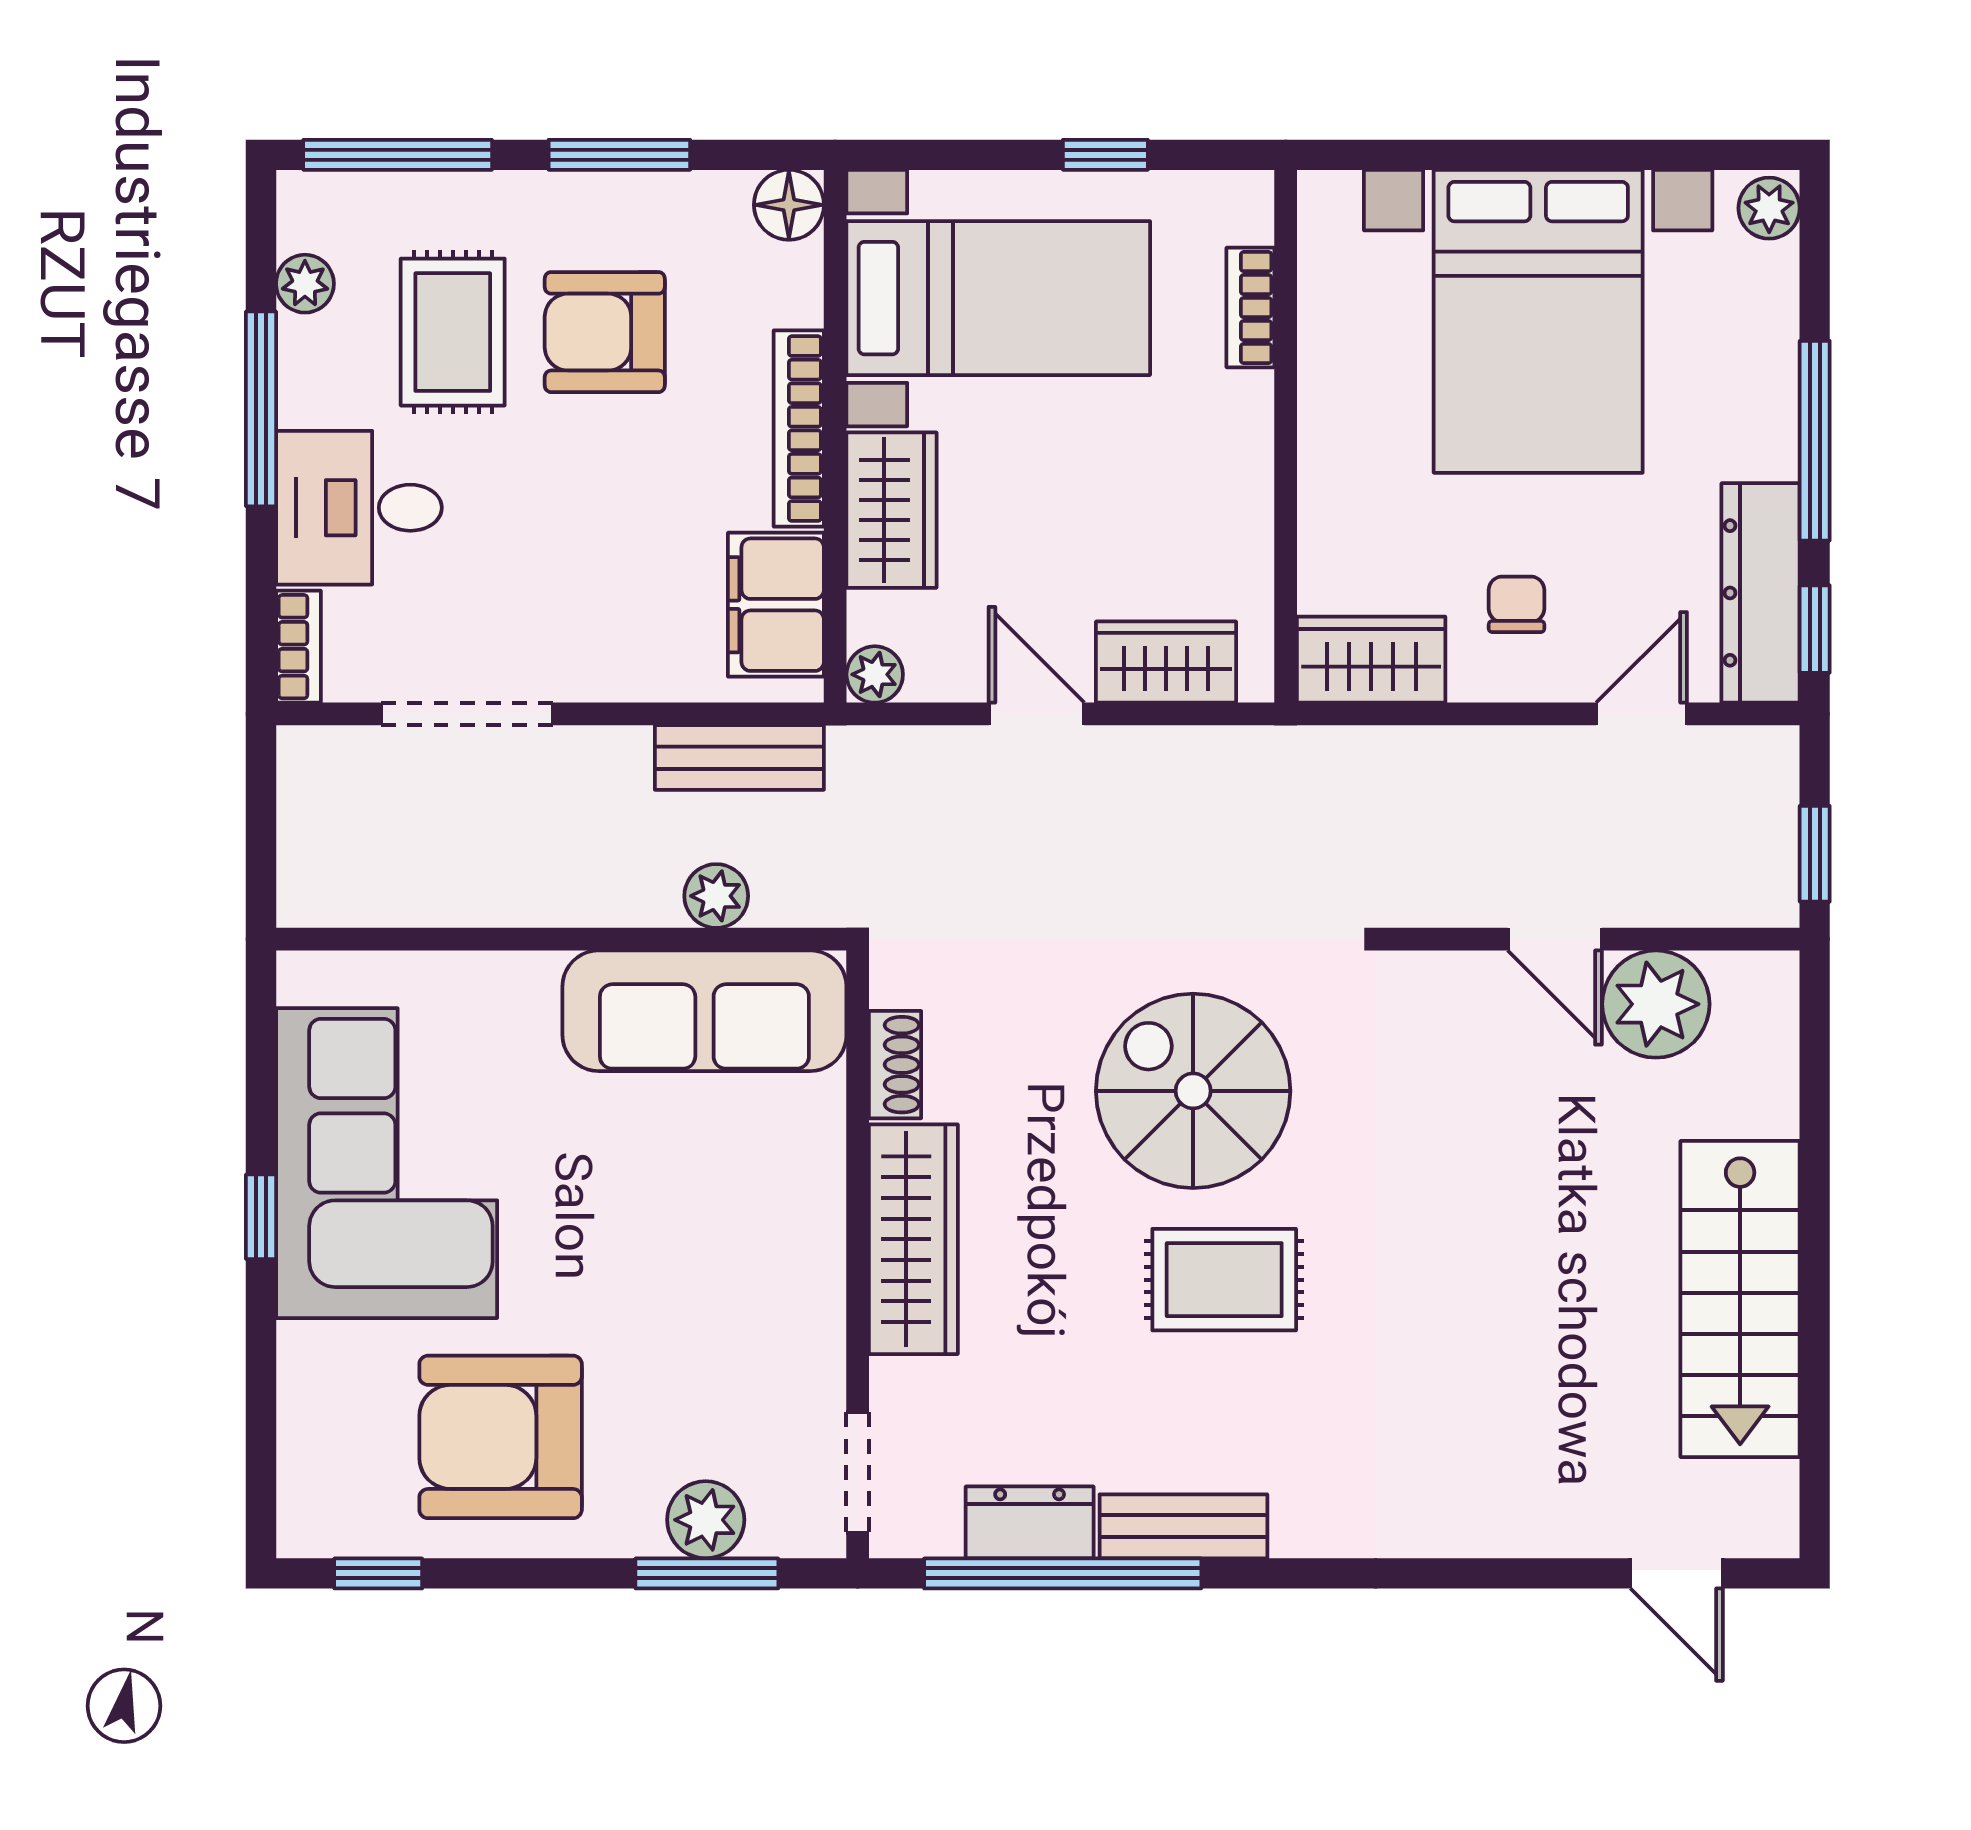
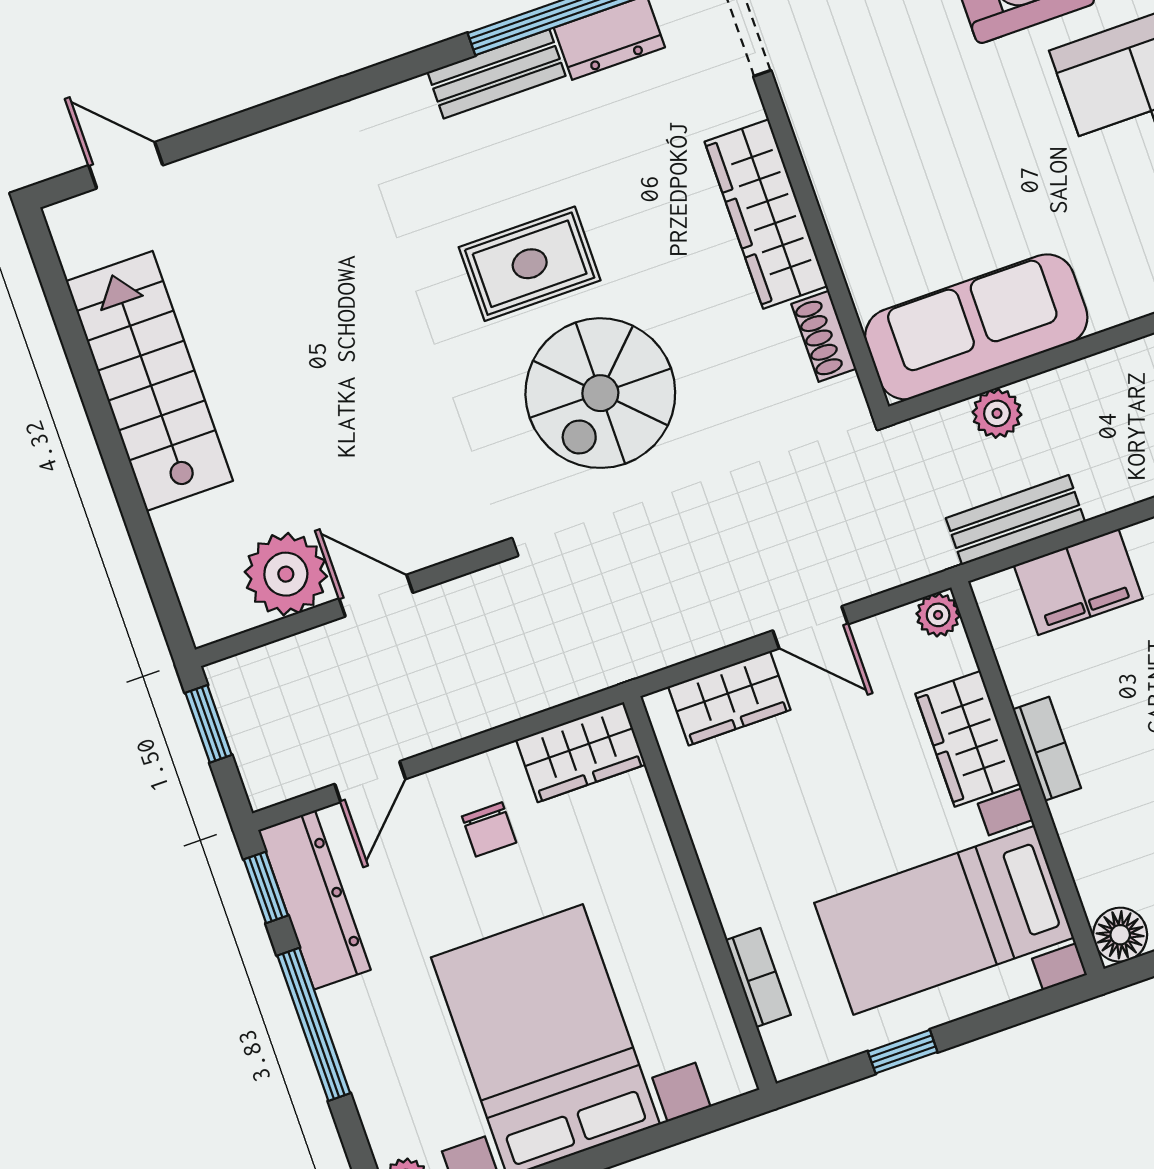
bookcase: (799, 429) -> (1047, 749), width x0.64
filing cabinet: (776, 605) -> (1078, 582), moved, turned 90
spiral stairs: (1193, 1091) -> (600, 393), turned 90

